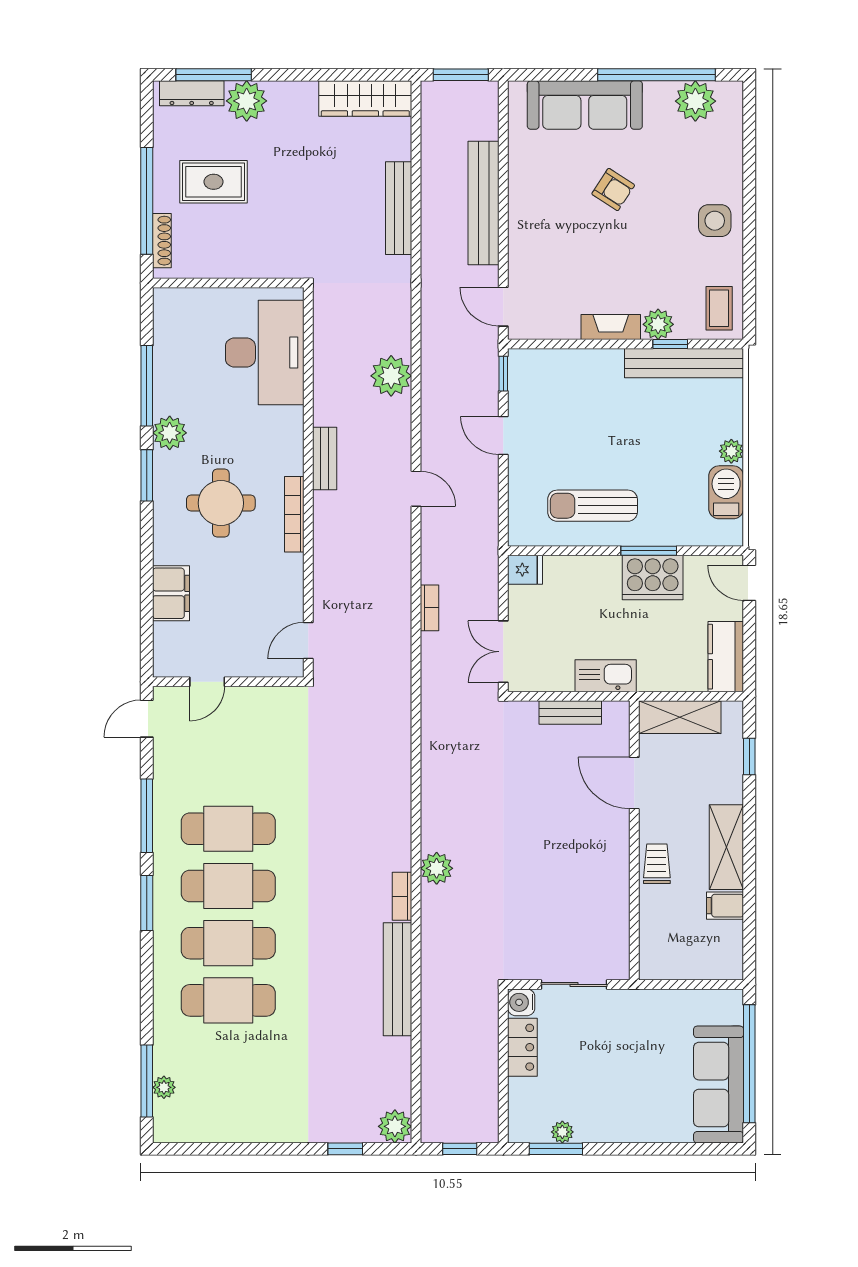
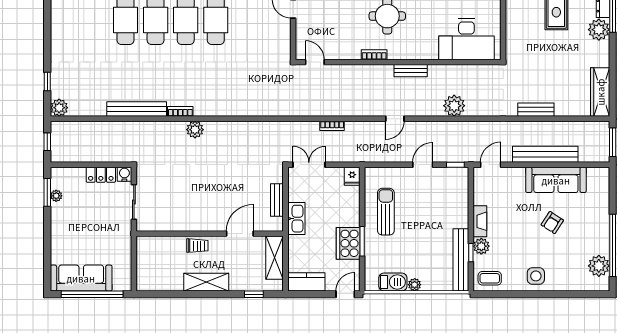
sofa: (585, 105) -> (556, 180), moved, turned -90
bench: (399, 208) -> (536, 110), width x0.73
bookcase: (294, 514) -> (374, 55), width x0.64
filing cabinet: (725, 906) -> (175, 281), removed

